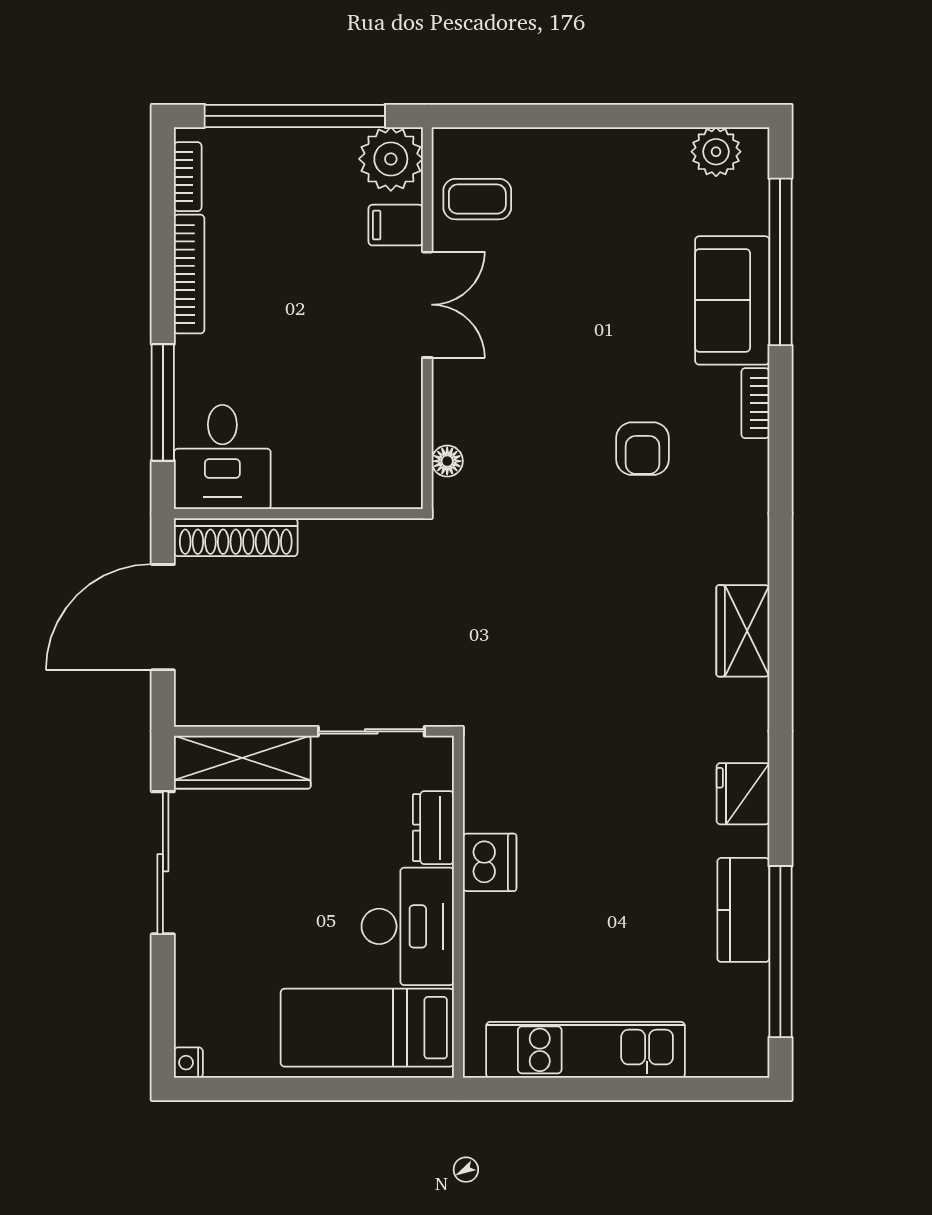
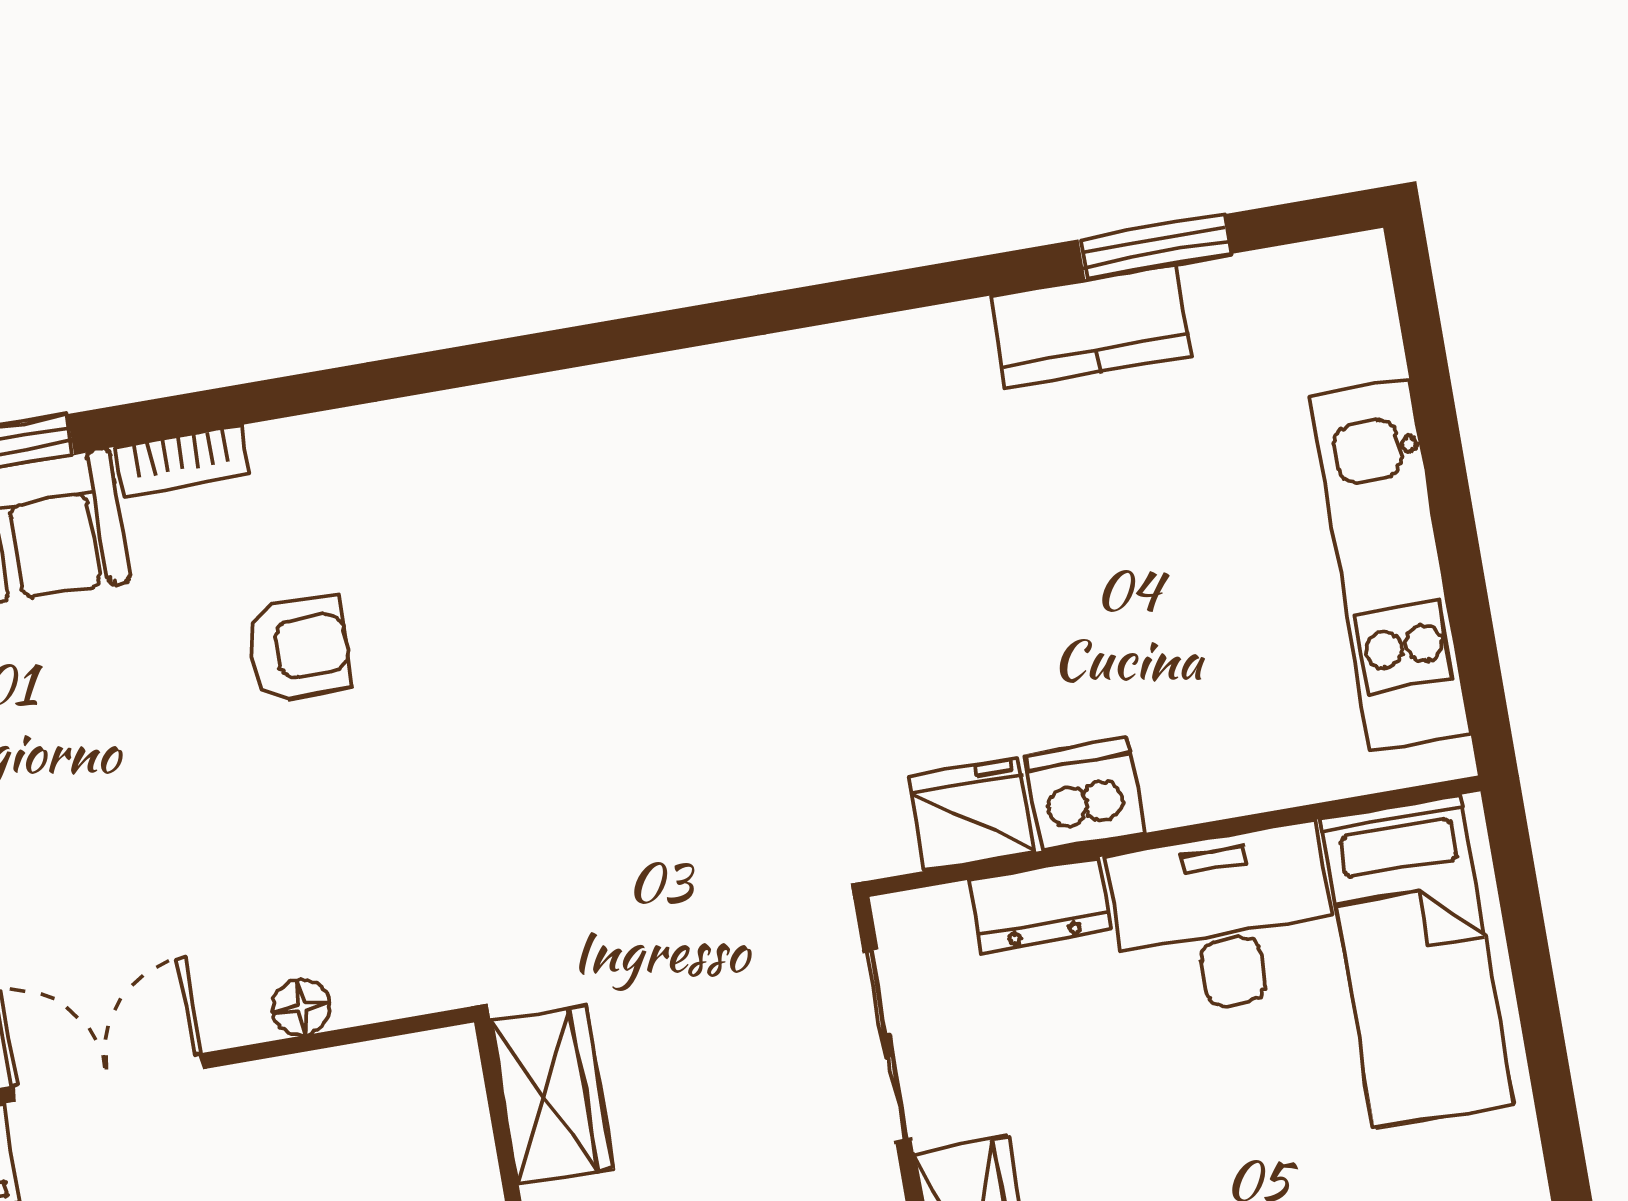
floor lamp: (447, 461) -> (301, 1007), moved
wardrobe: (743, 631) -> (552, 1095), moved, turned -90
fridge: (743, 794) -> (972, 814), moved, turned 180
window: (780, 952) -> (1154, 247), width x0.47

